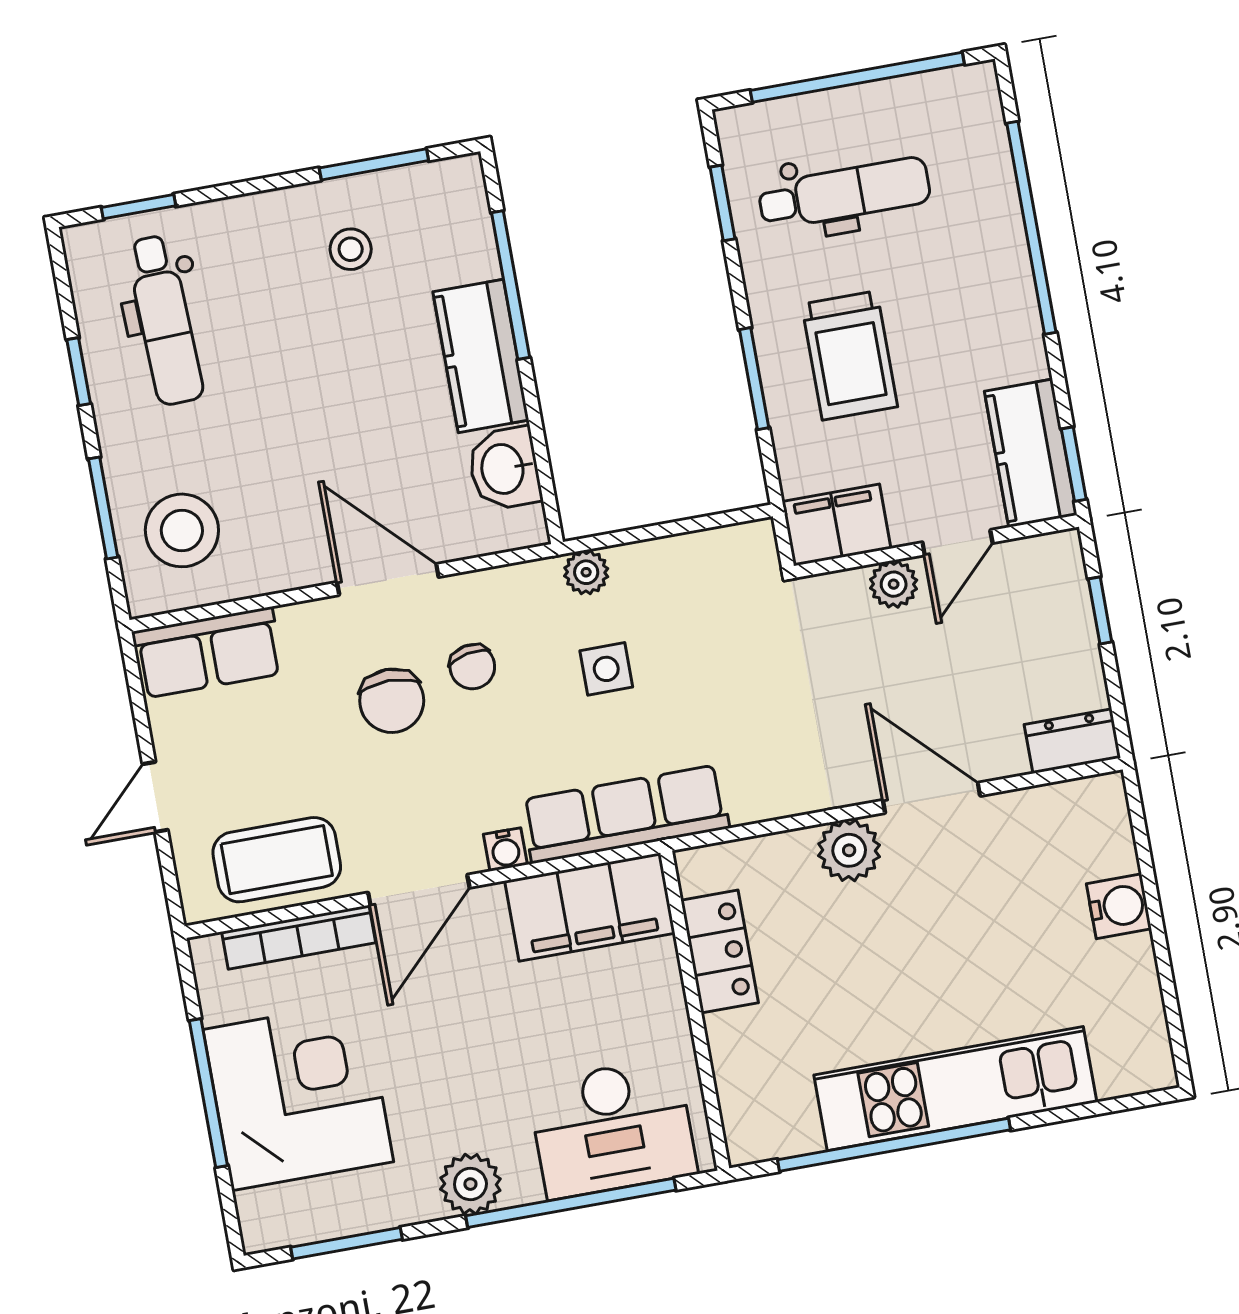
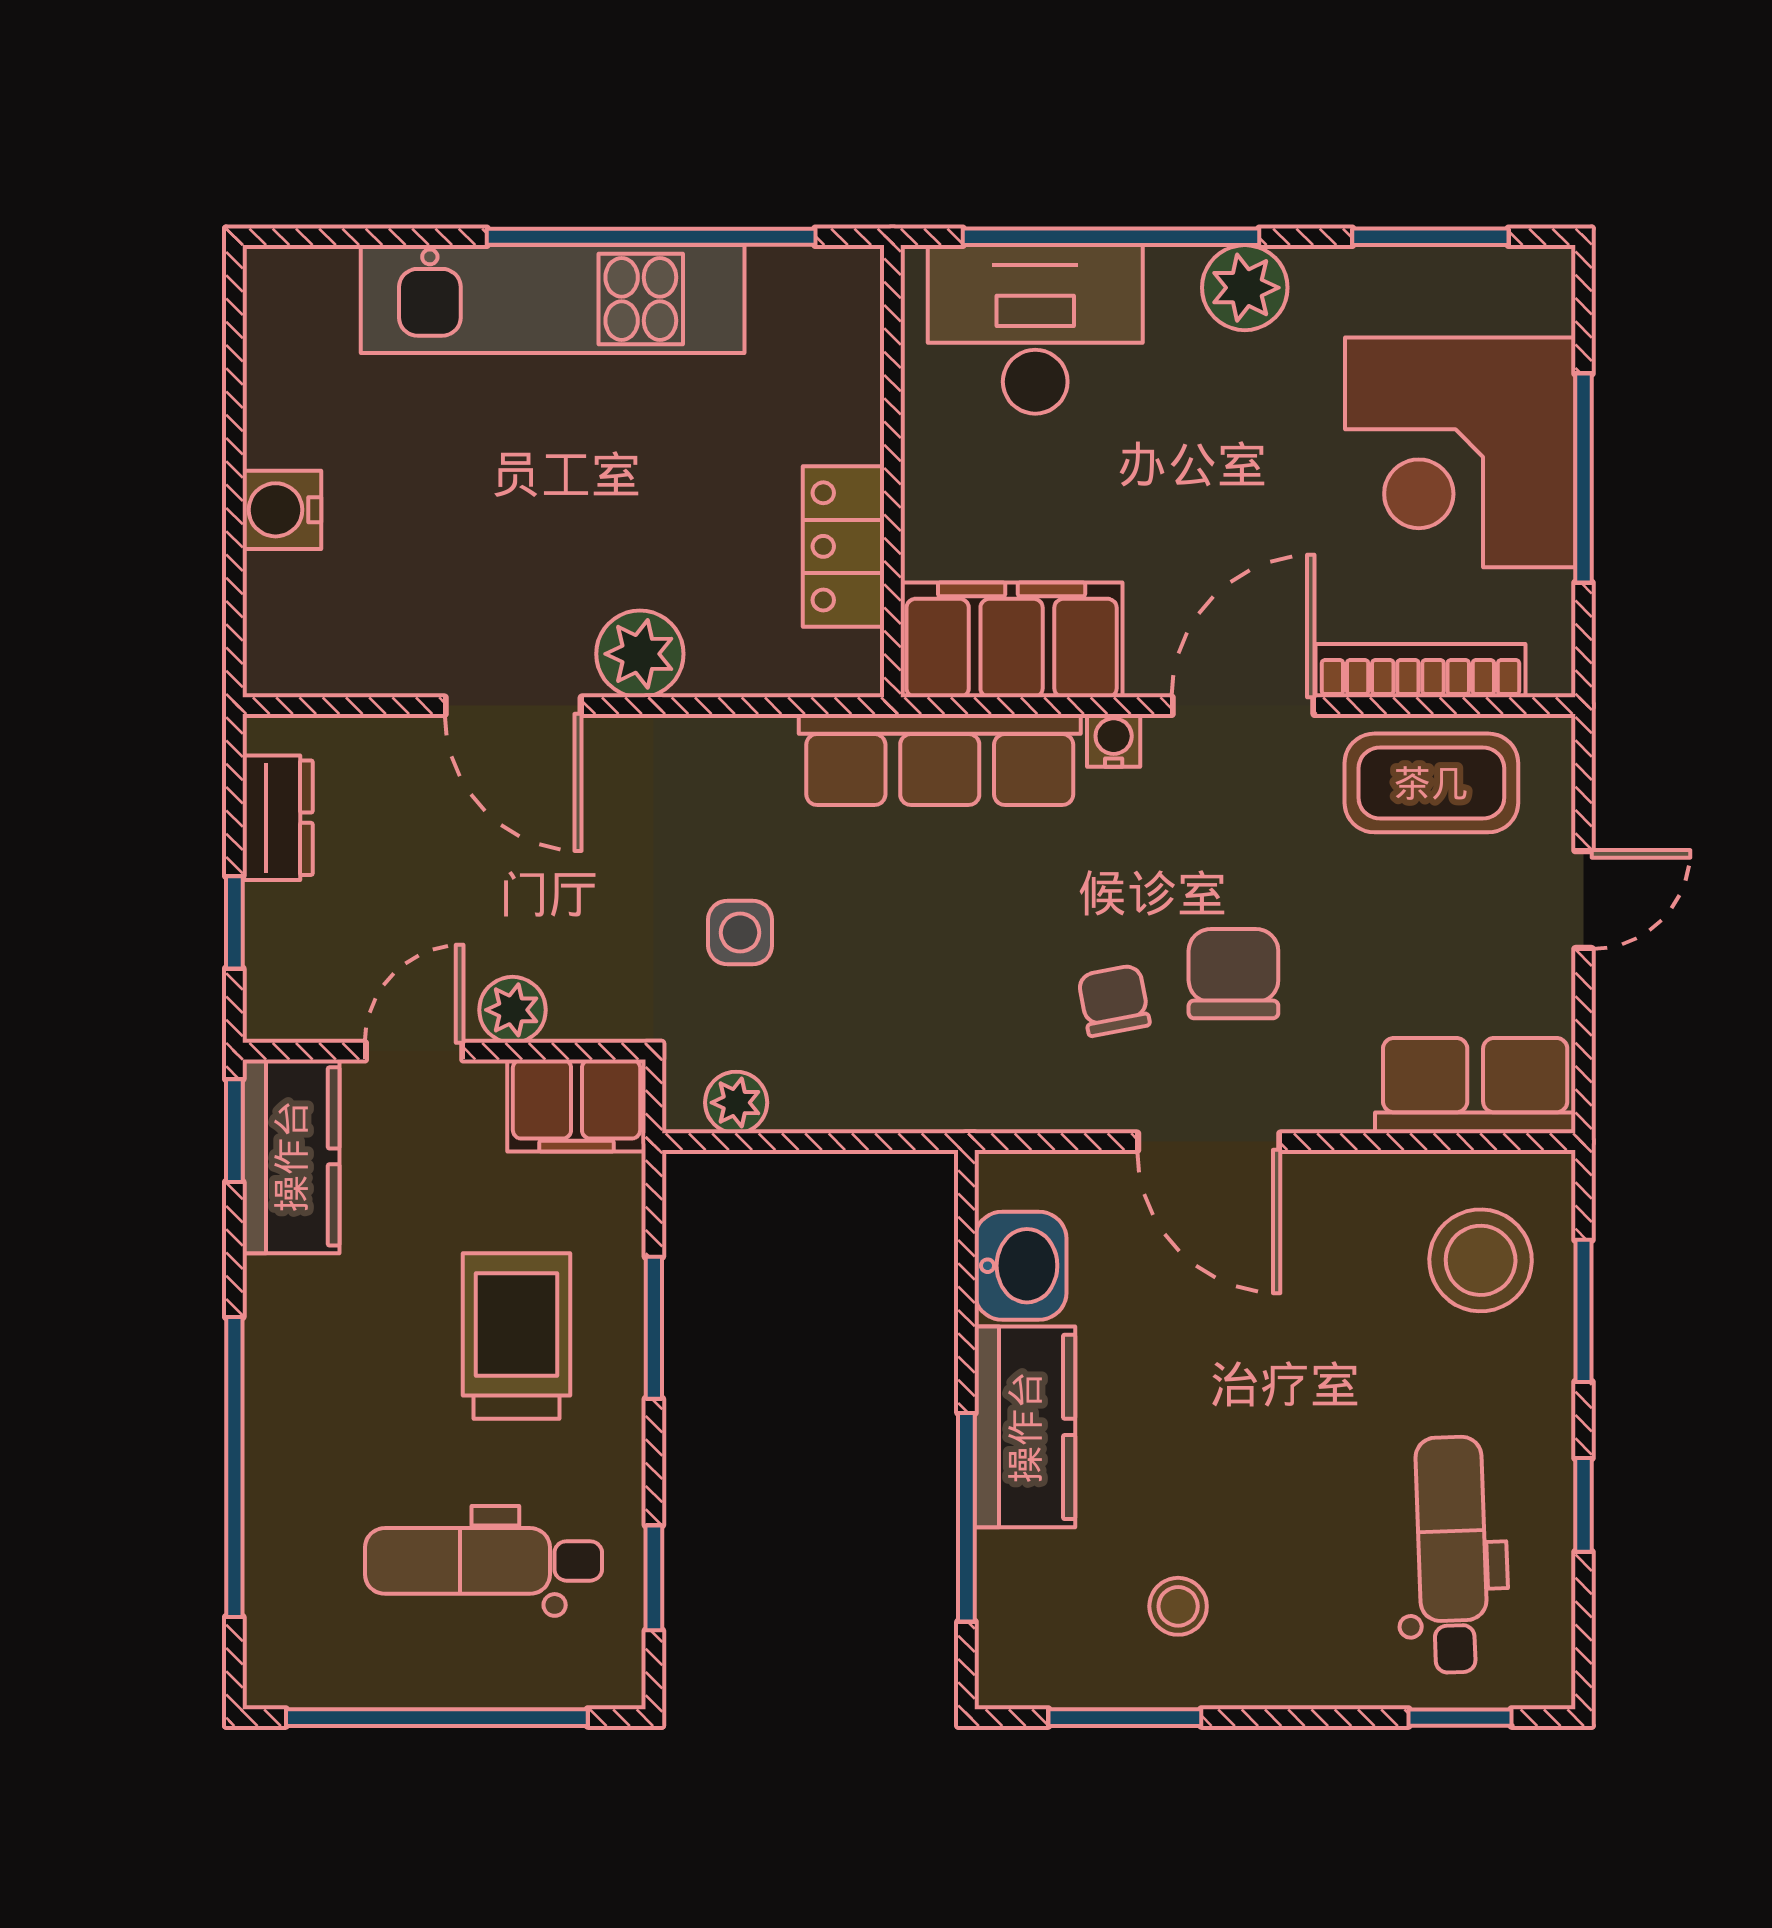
plant: (586, 572) -> (736, 1103), moved
side table: (606, 669) -> (740, 933), moved
dresser: (1072, 741) -> (278, 818), moved, turned -90

